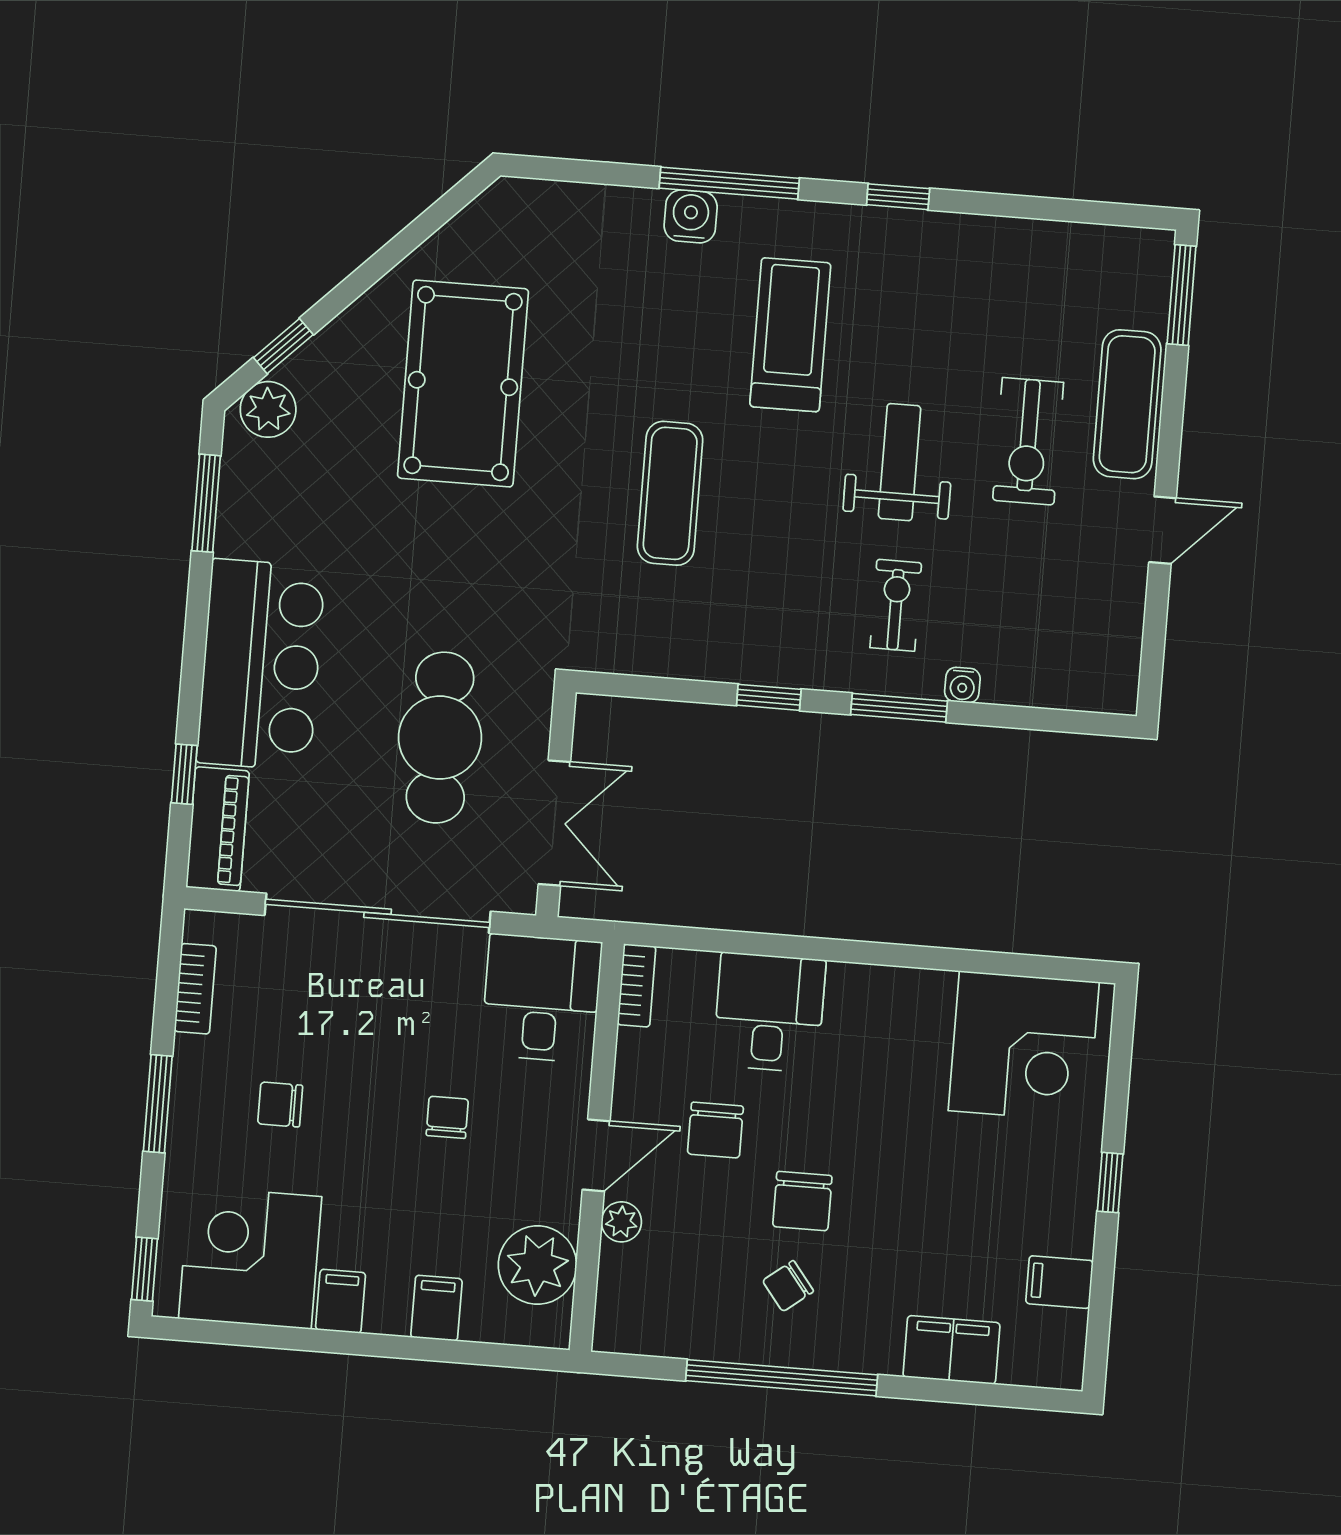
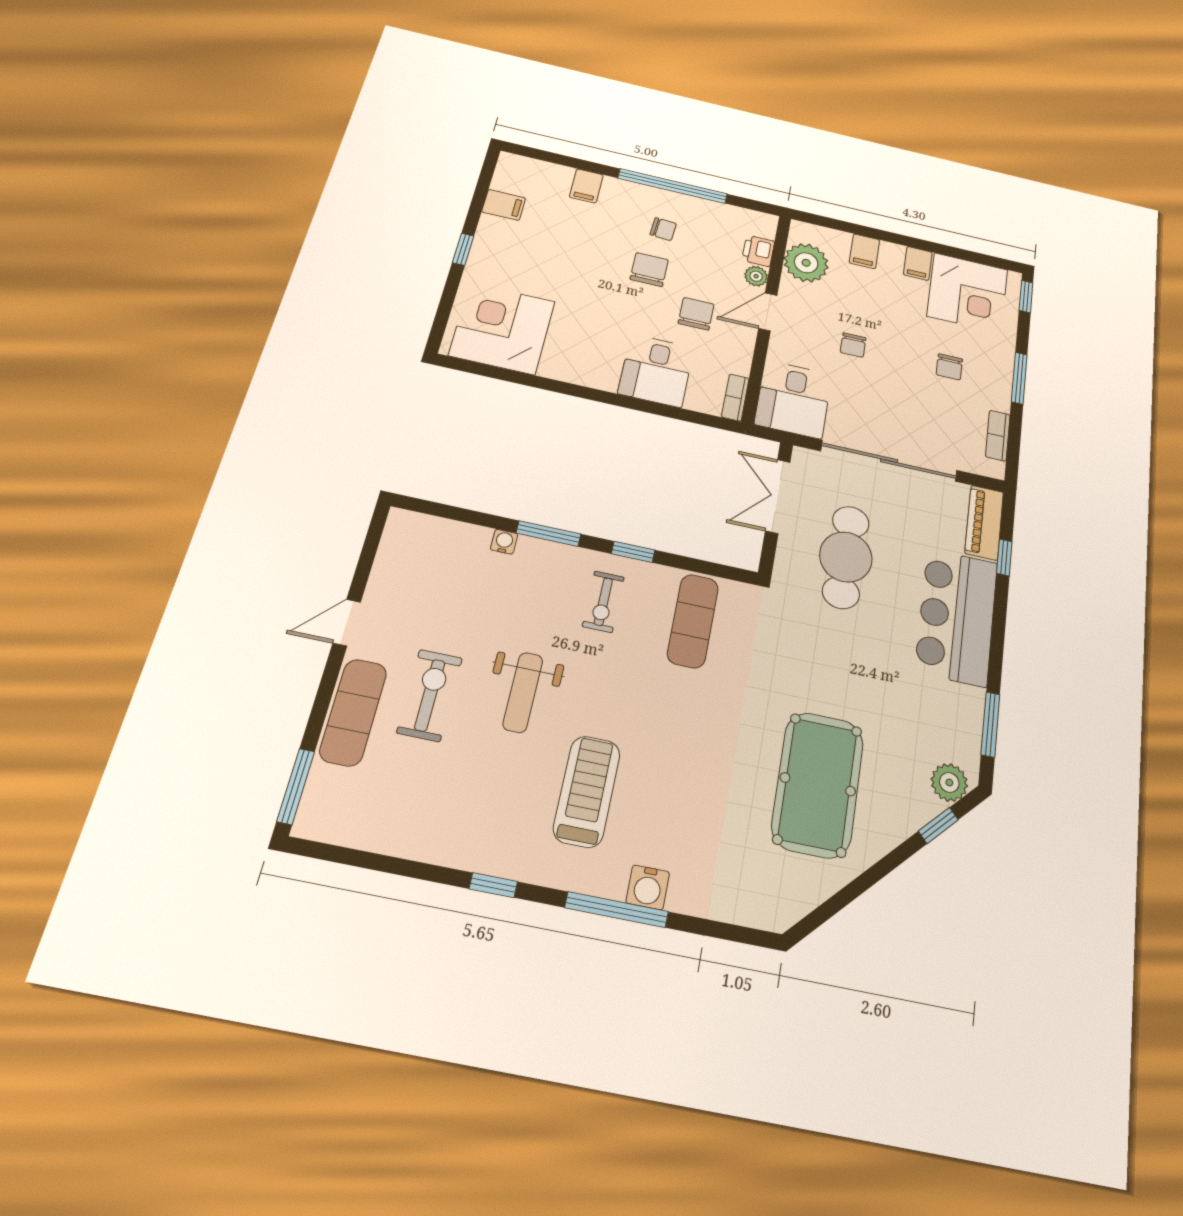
treadmill: (790, 335) -> (587, 791), turned 180
exercise mat: (670, 493) -> (693, 621), moved
exercise bike: (896, 605) -> (603, 602), moved
chair: (280, 1104) -> (949, 367), turned 90
printer: (622, 1273) -> (758, 251), added
chair: (788, 1286) -> (663, 229), turned 42
filing cabinet: (951, 1350) -> (586, 186), width x0.50

